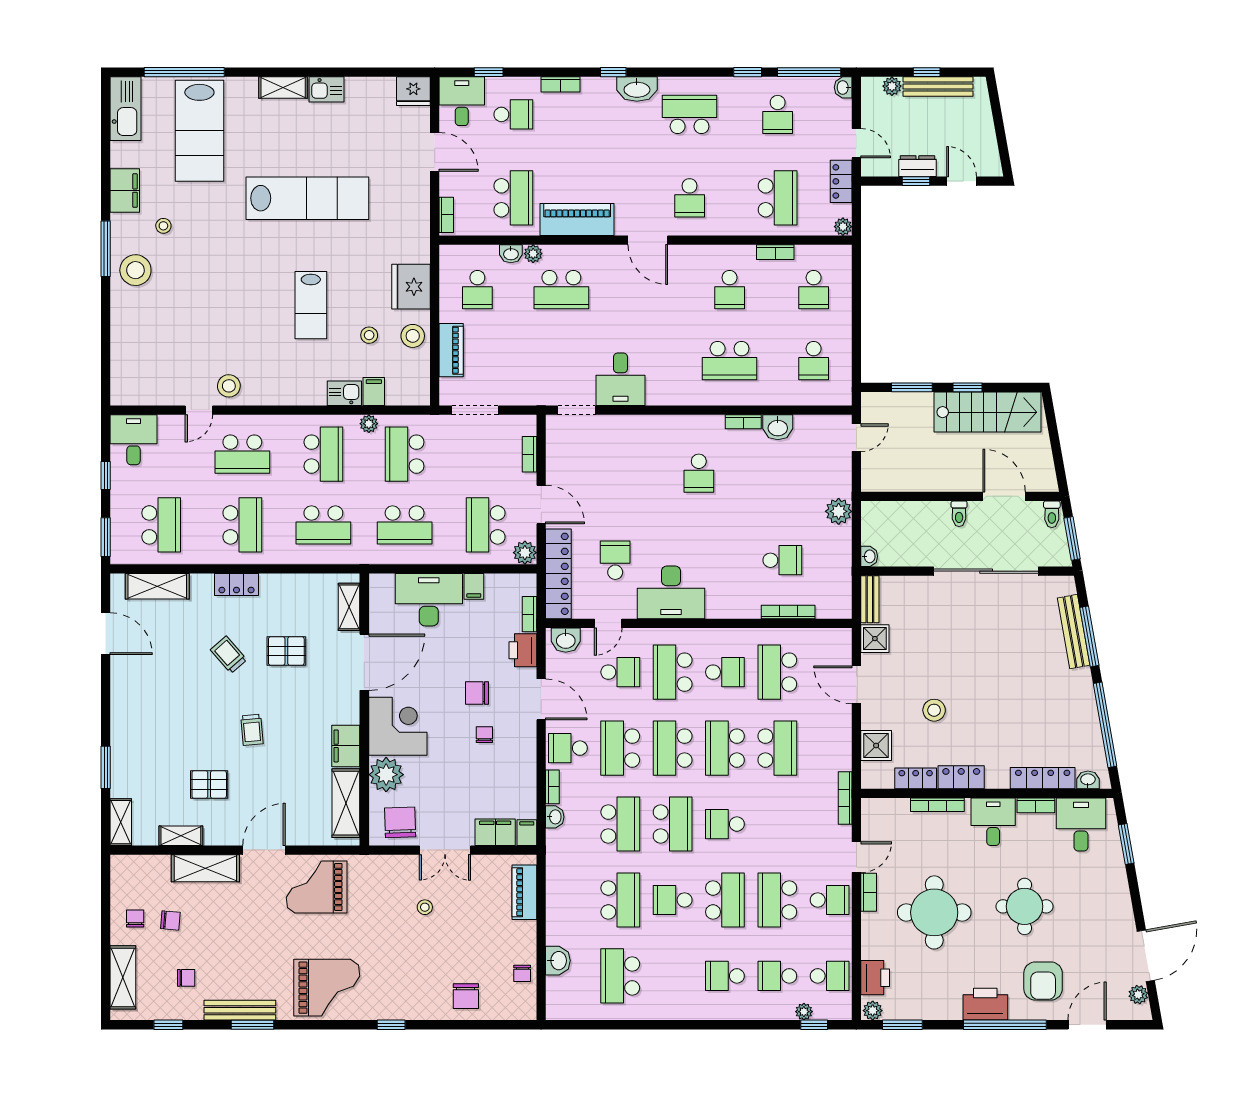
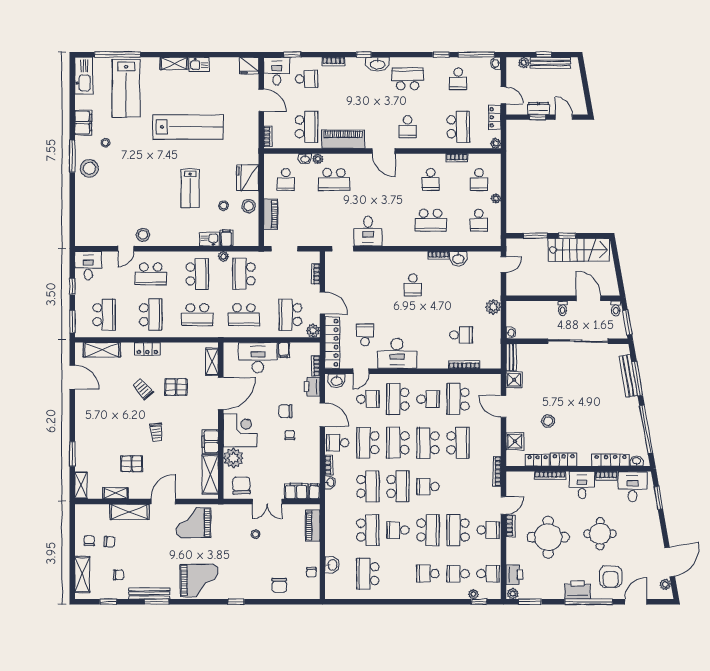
plant: (843, 323) -> (496, 198), added

